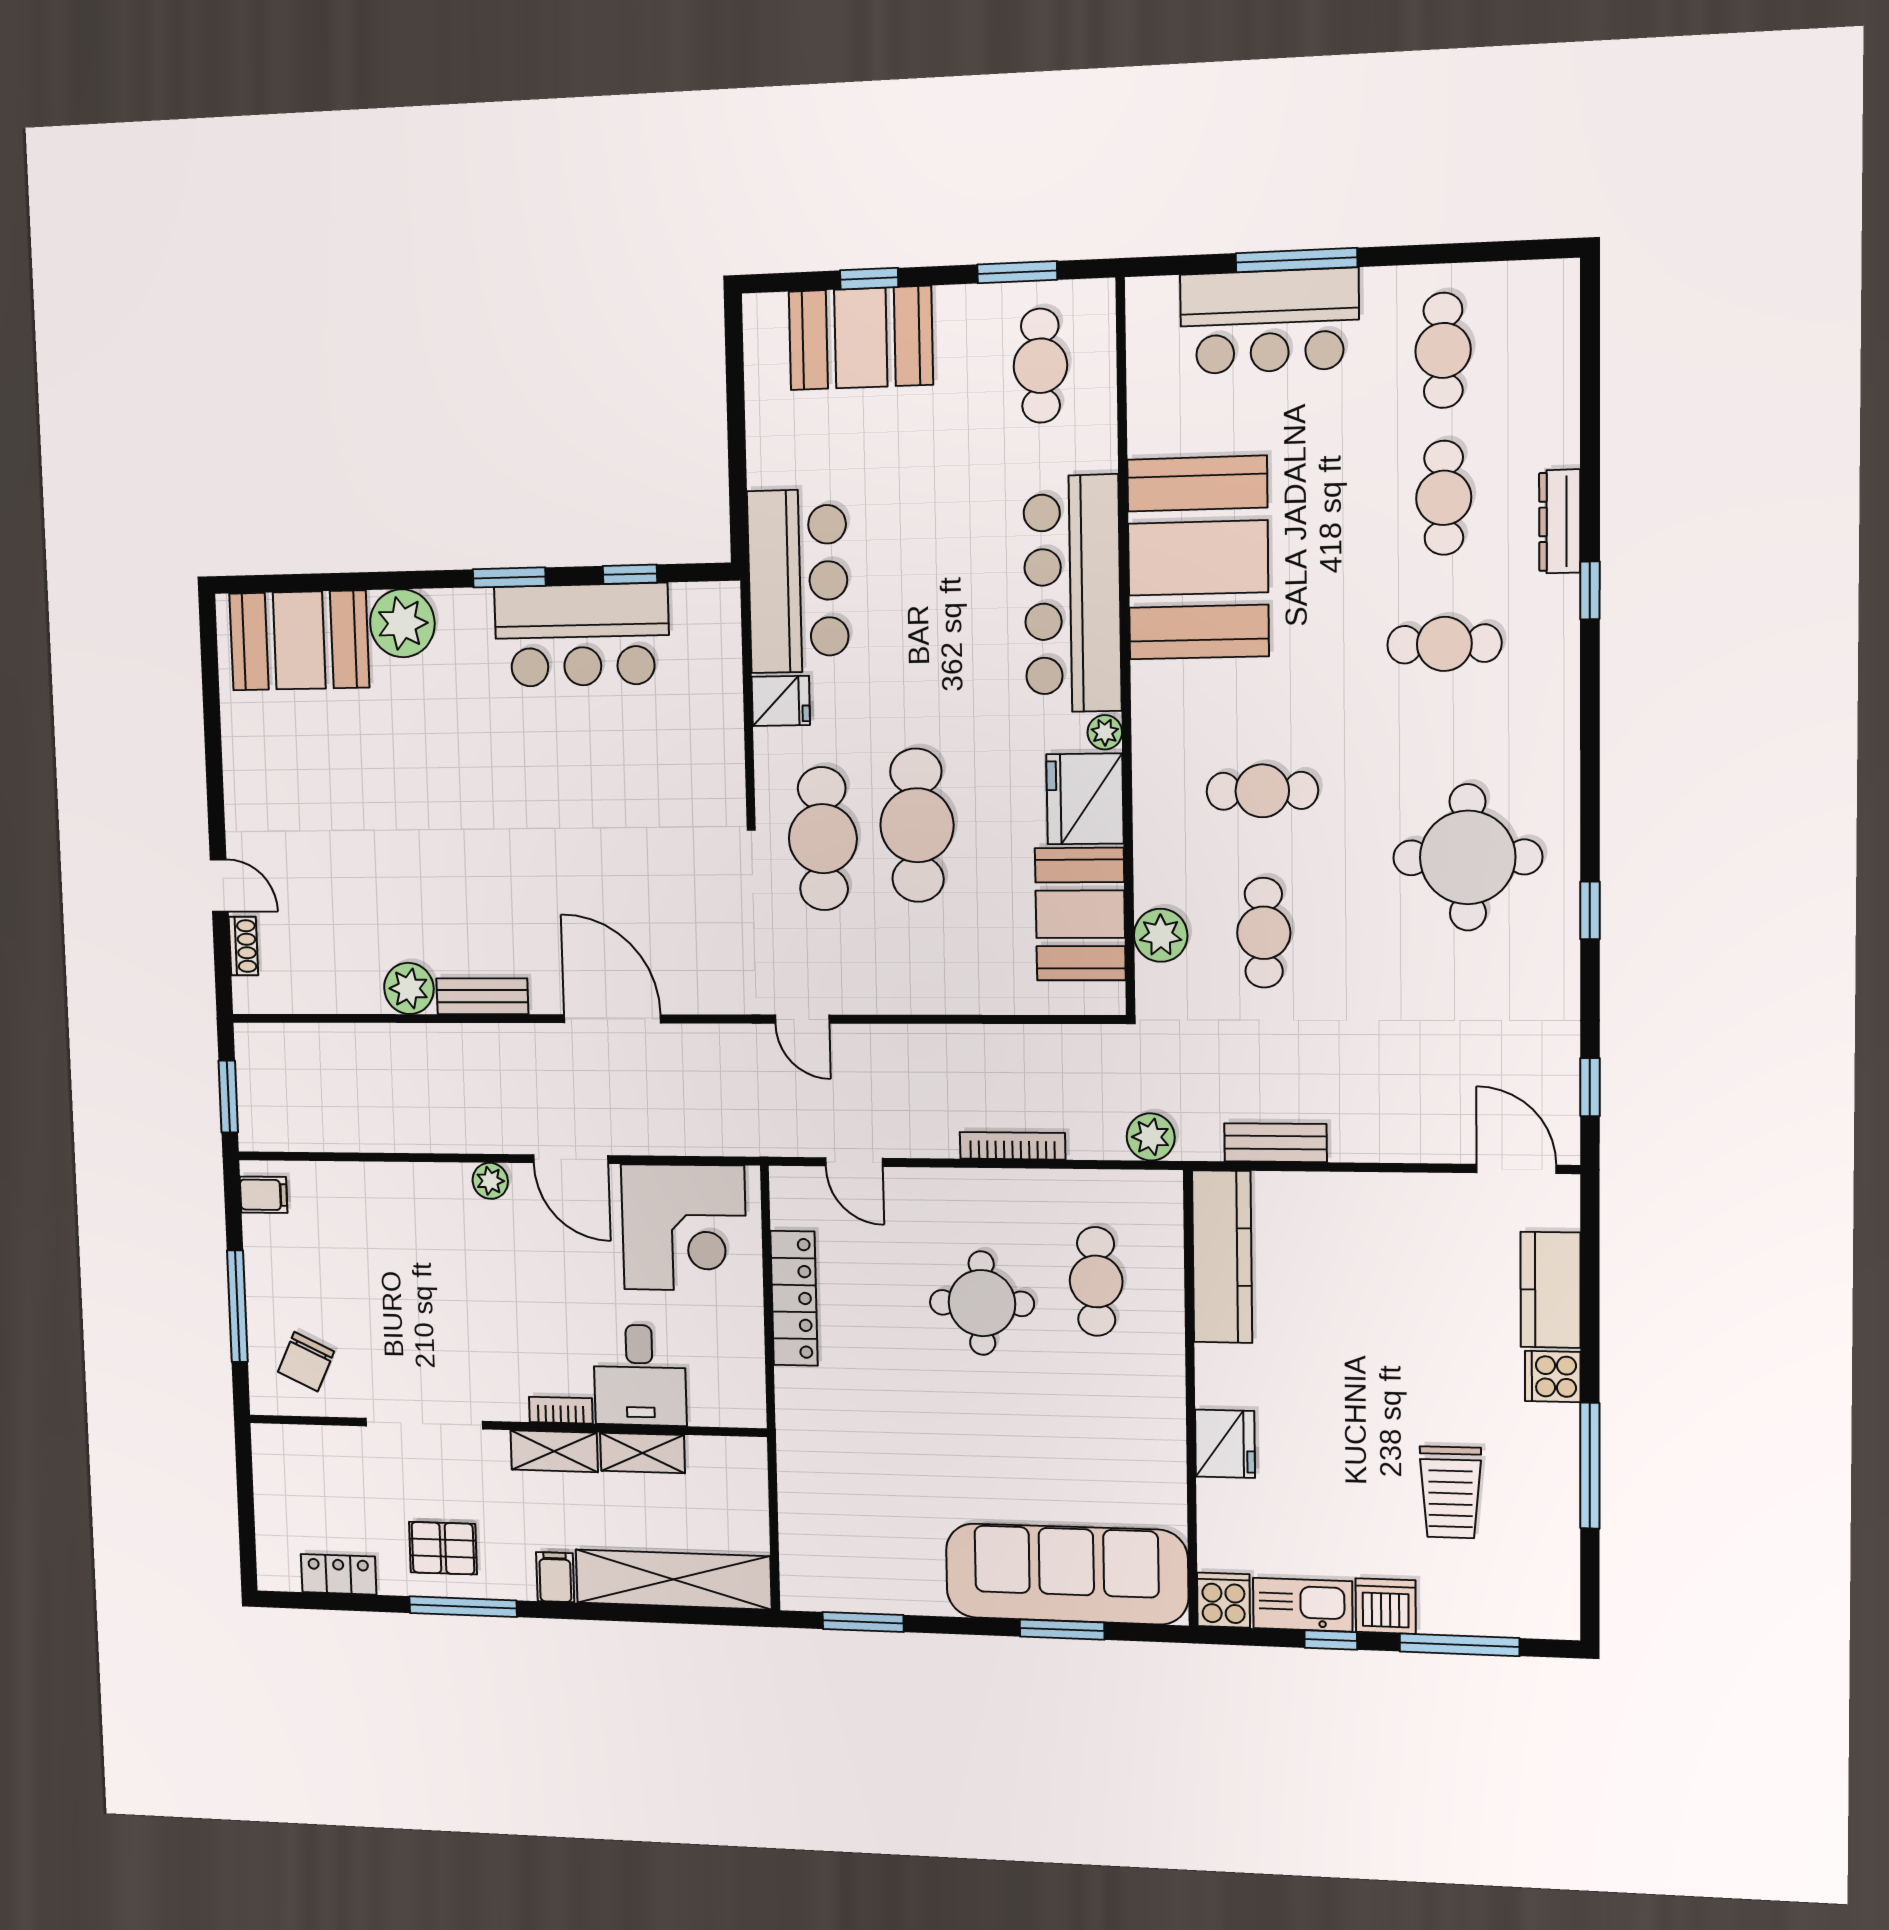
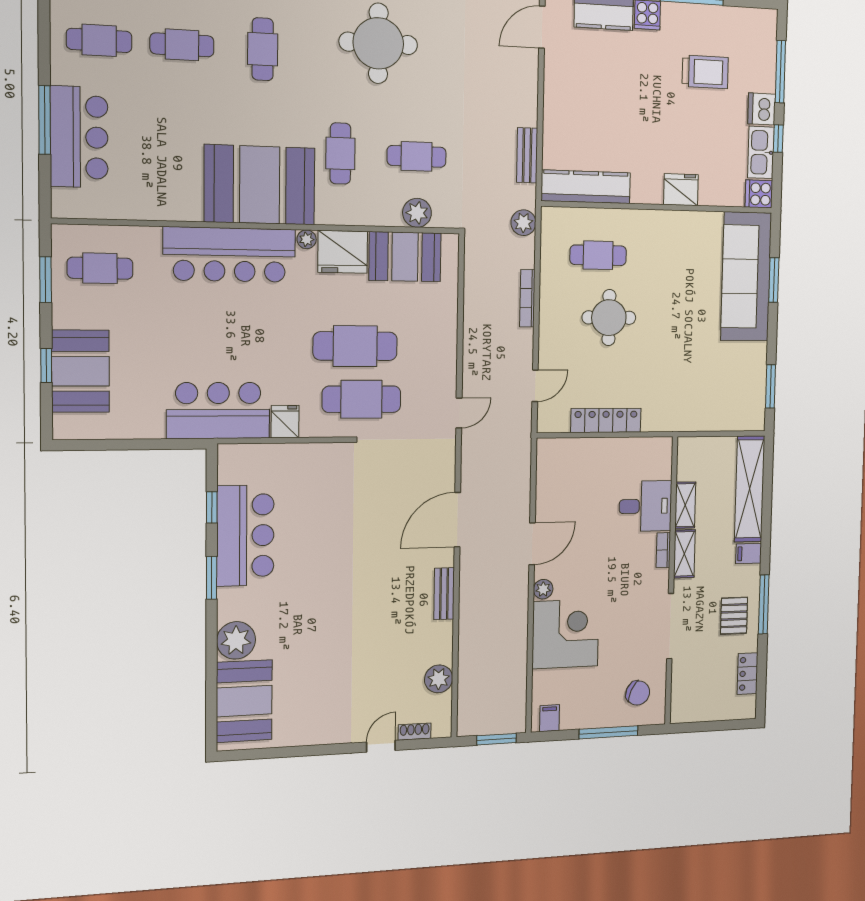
booth: (1198, 558) -> (260, 185), moved
plant: (409, 988) -> (439, 679), moved
corner desk: (684, 1228) -> (566, 634), moved

